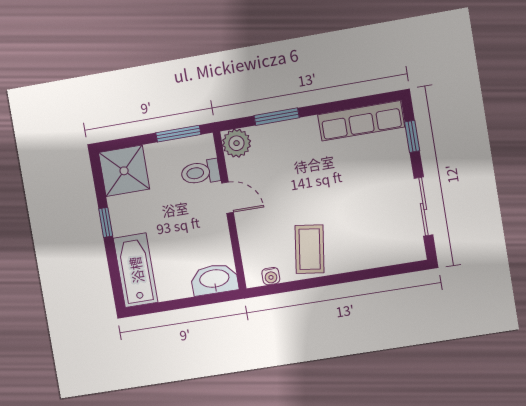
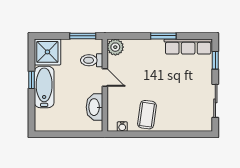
window: (277, 117) -> (163, 36), moved
bathtub: (136, 270) -> (44, 87), moved
washbasin: (214, 279) -> (95, 107), moved, turned -90

